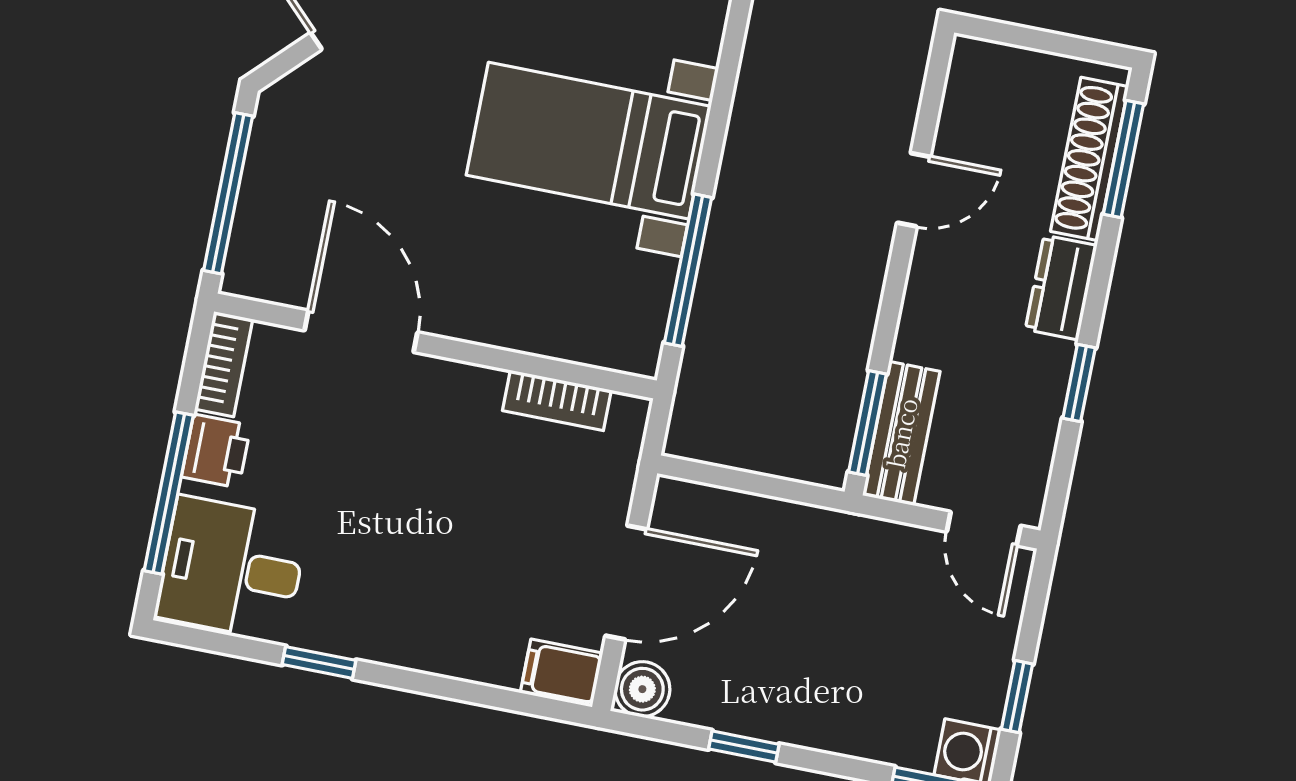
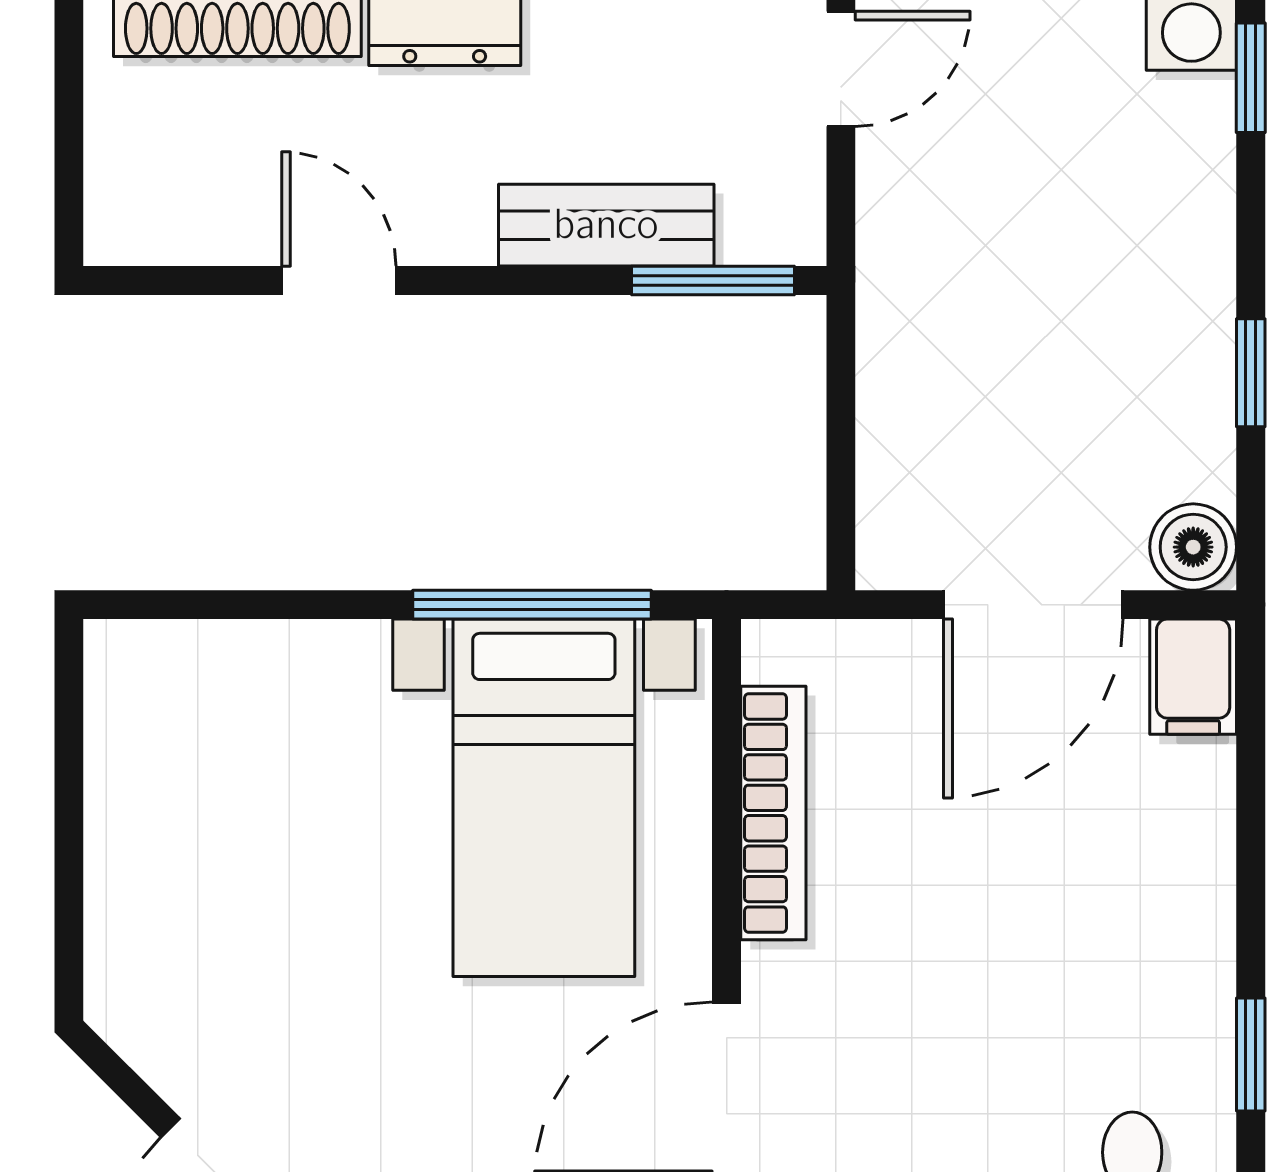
bed with nightstands: (589, 141) -> (544, 798), moved
bookcase: (557, 400) -> (773, 813), width x1.56
bench: (901, 433) -> (606, 225), moved
door: (626, 582) -> (1033, 605), swing flipped

